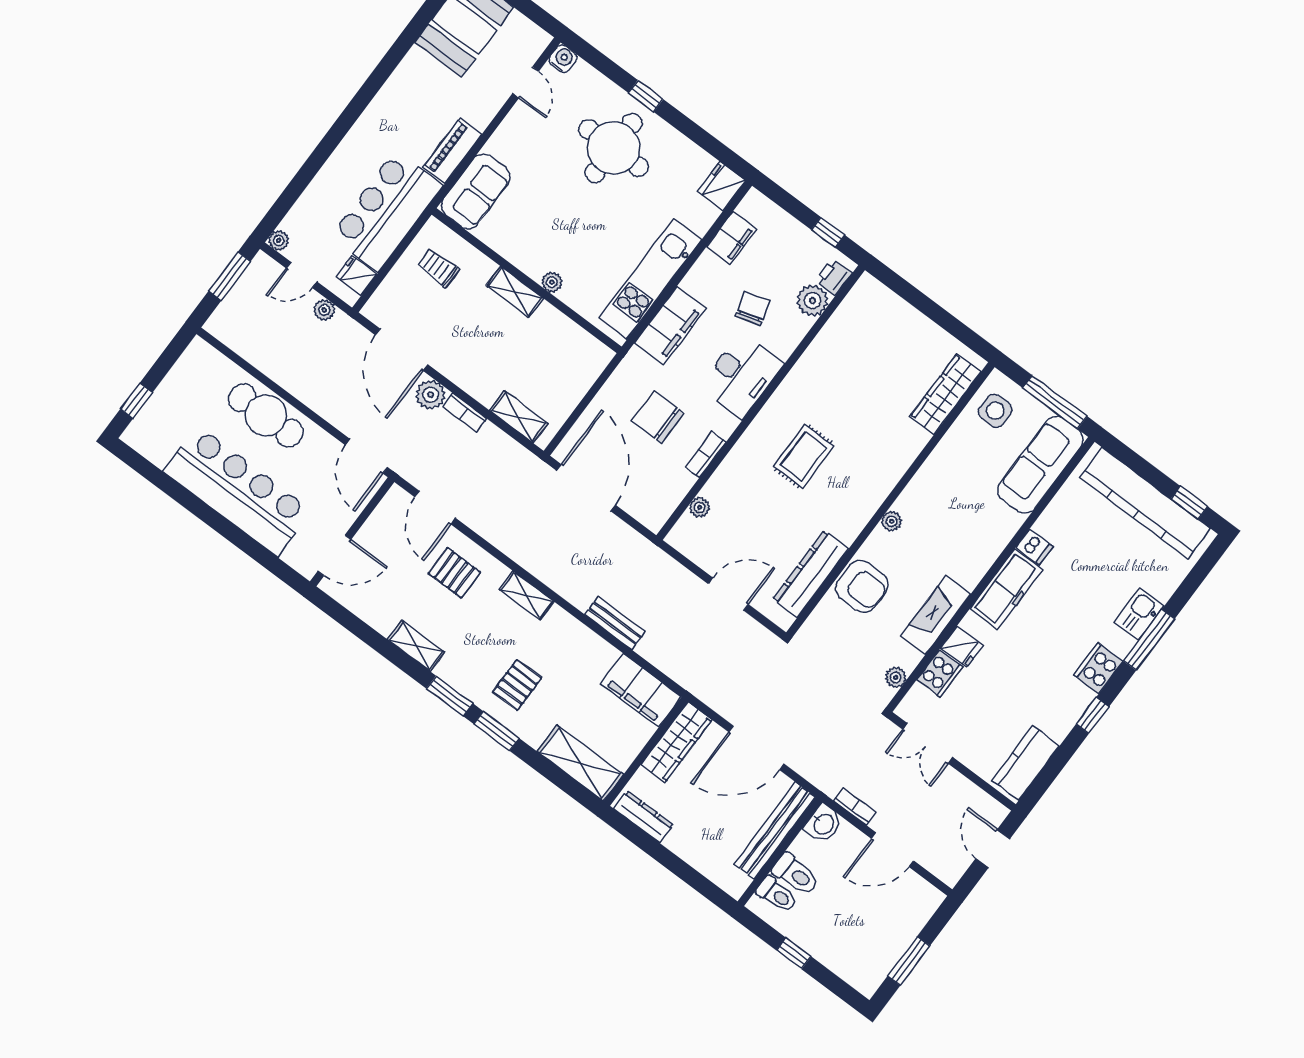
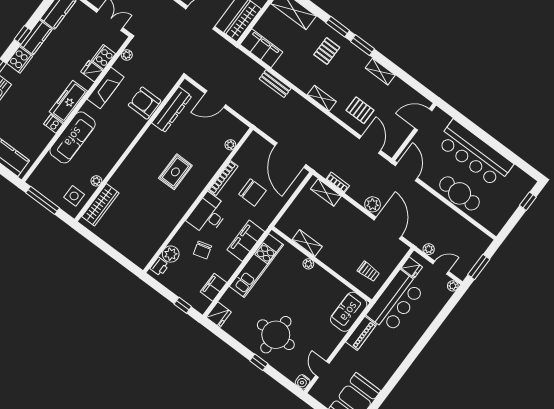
window: (828, 232) -> (183, 305), moved
shelving: (515, 292) -> (307, 243), moved
bookcase: (465, 413) -> (338, 182), moved
bookcase: (706, 455) -> (223, 178), width x1.56
sofa: (1041, 465) -> (73, 137), moved
plant: (892, 521) -> (96, 181), moved
kitchen counter: (1067, 711) -> (36, 37), added

